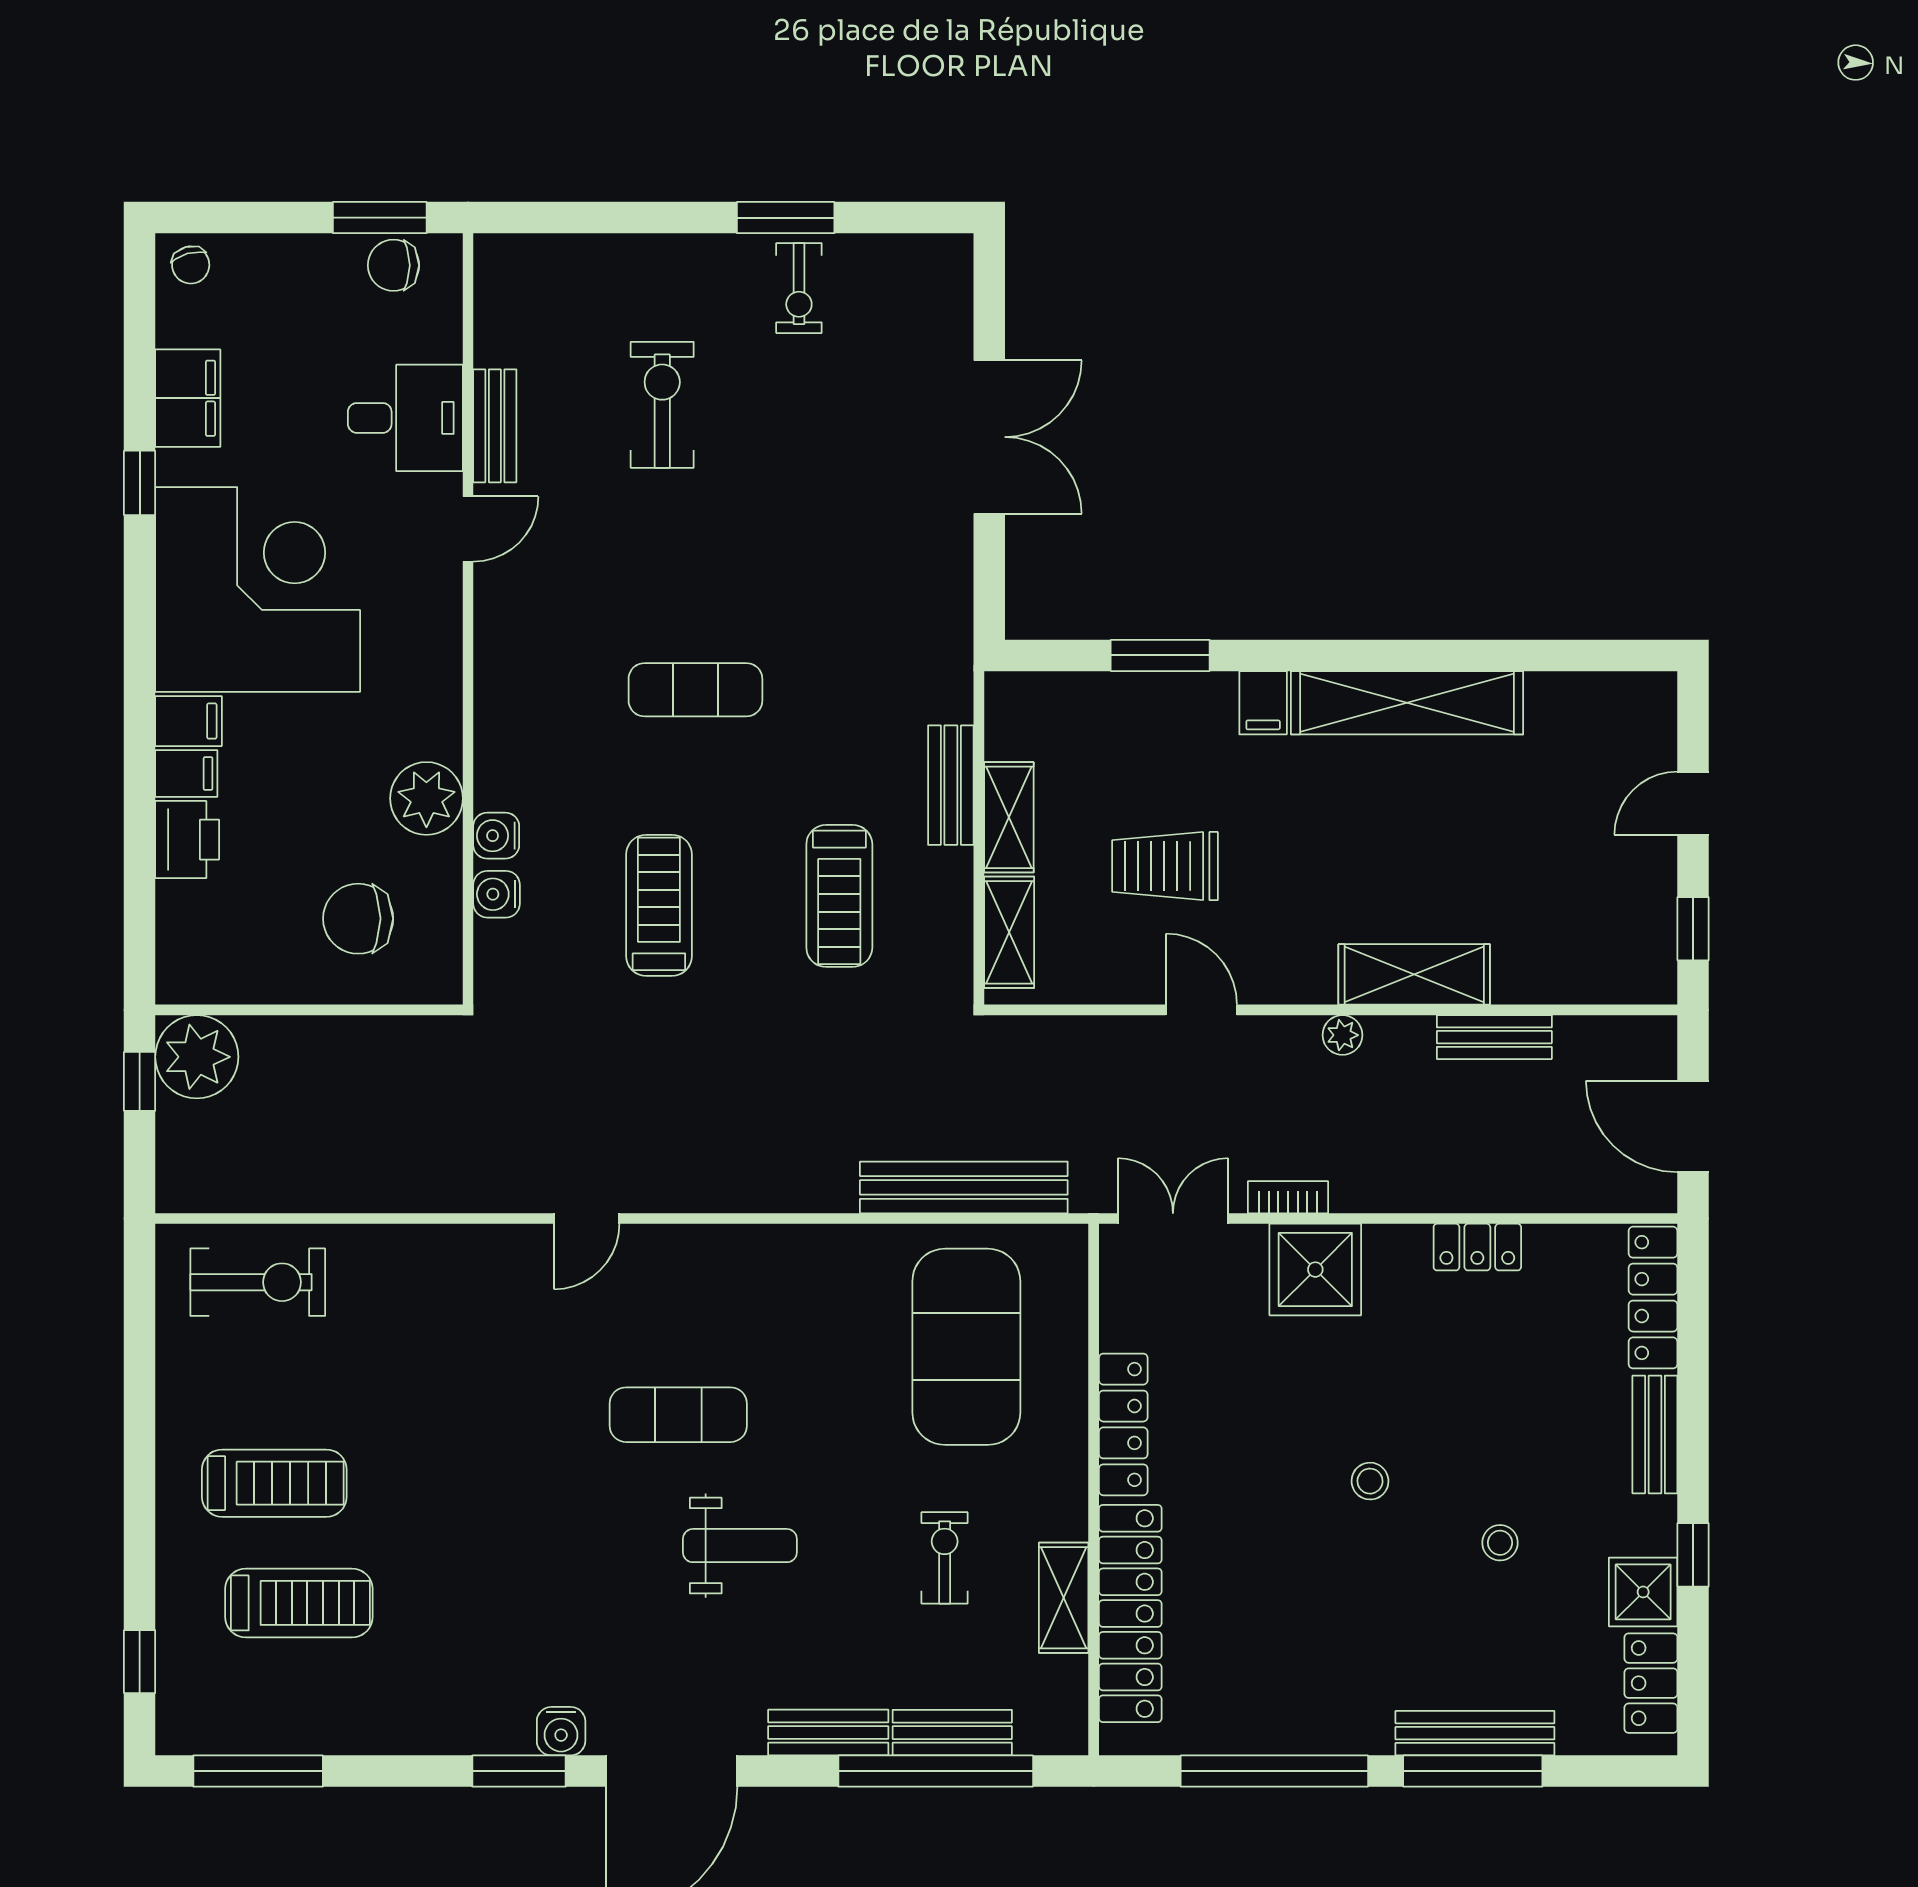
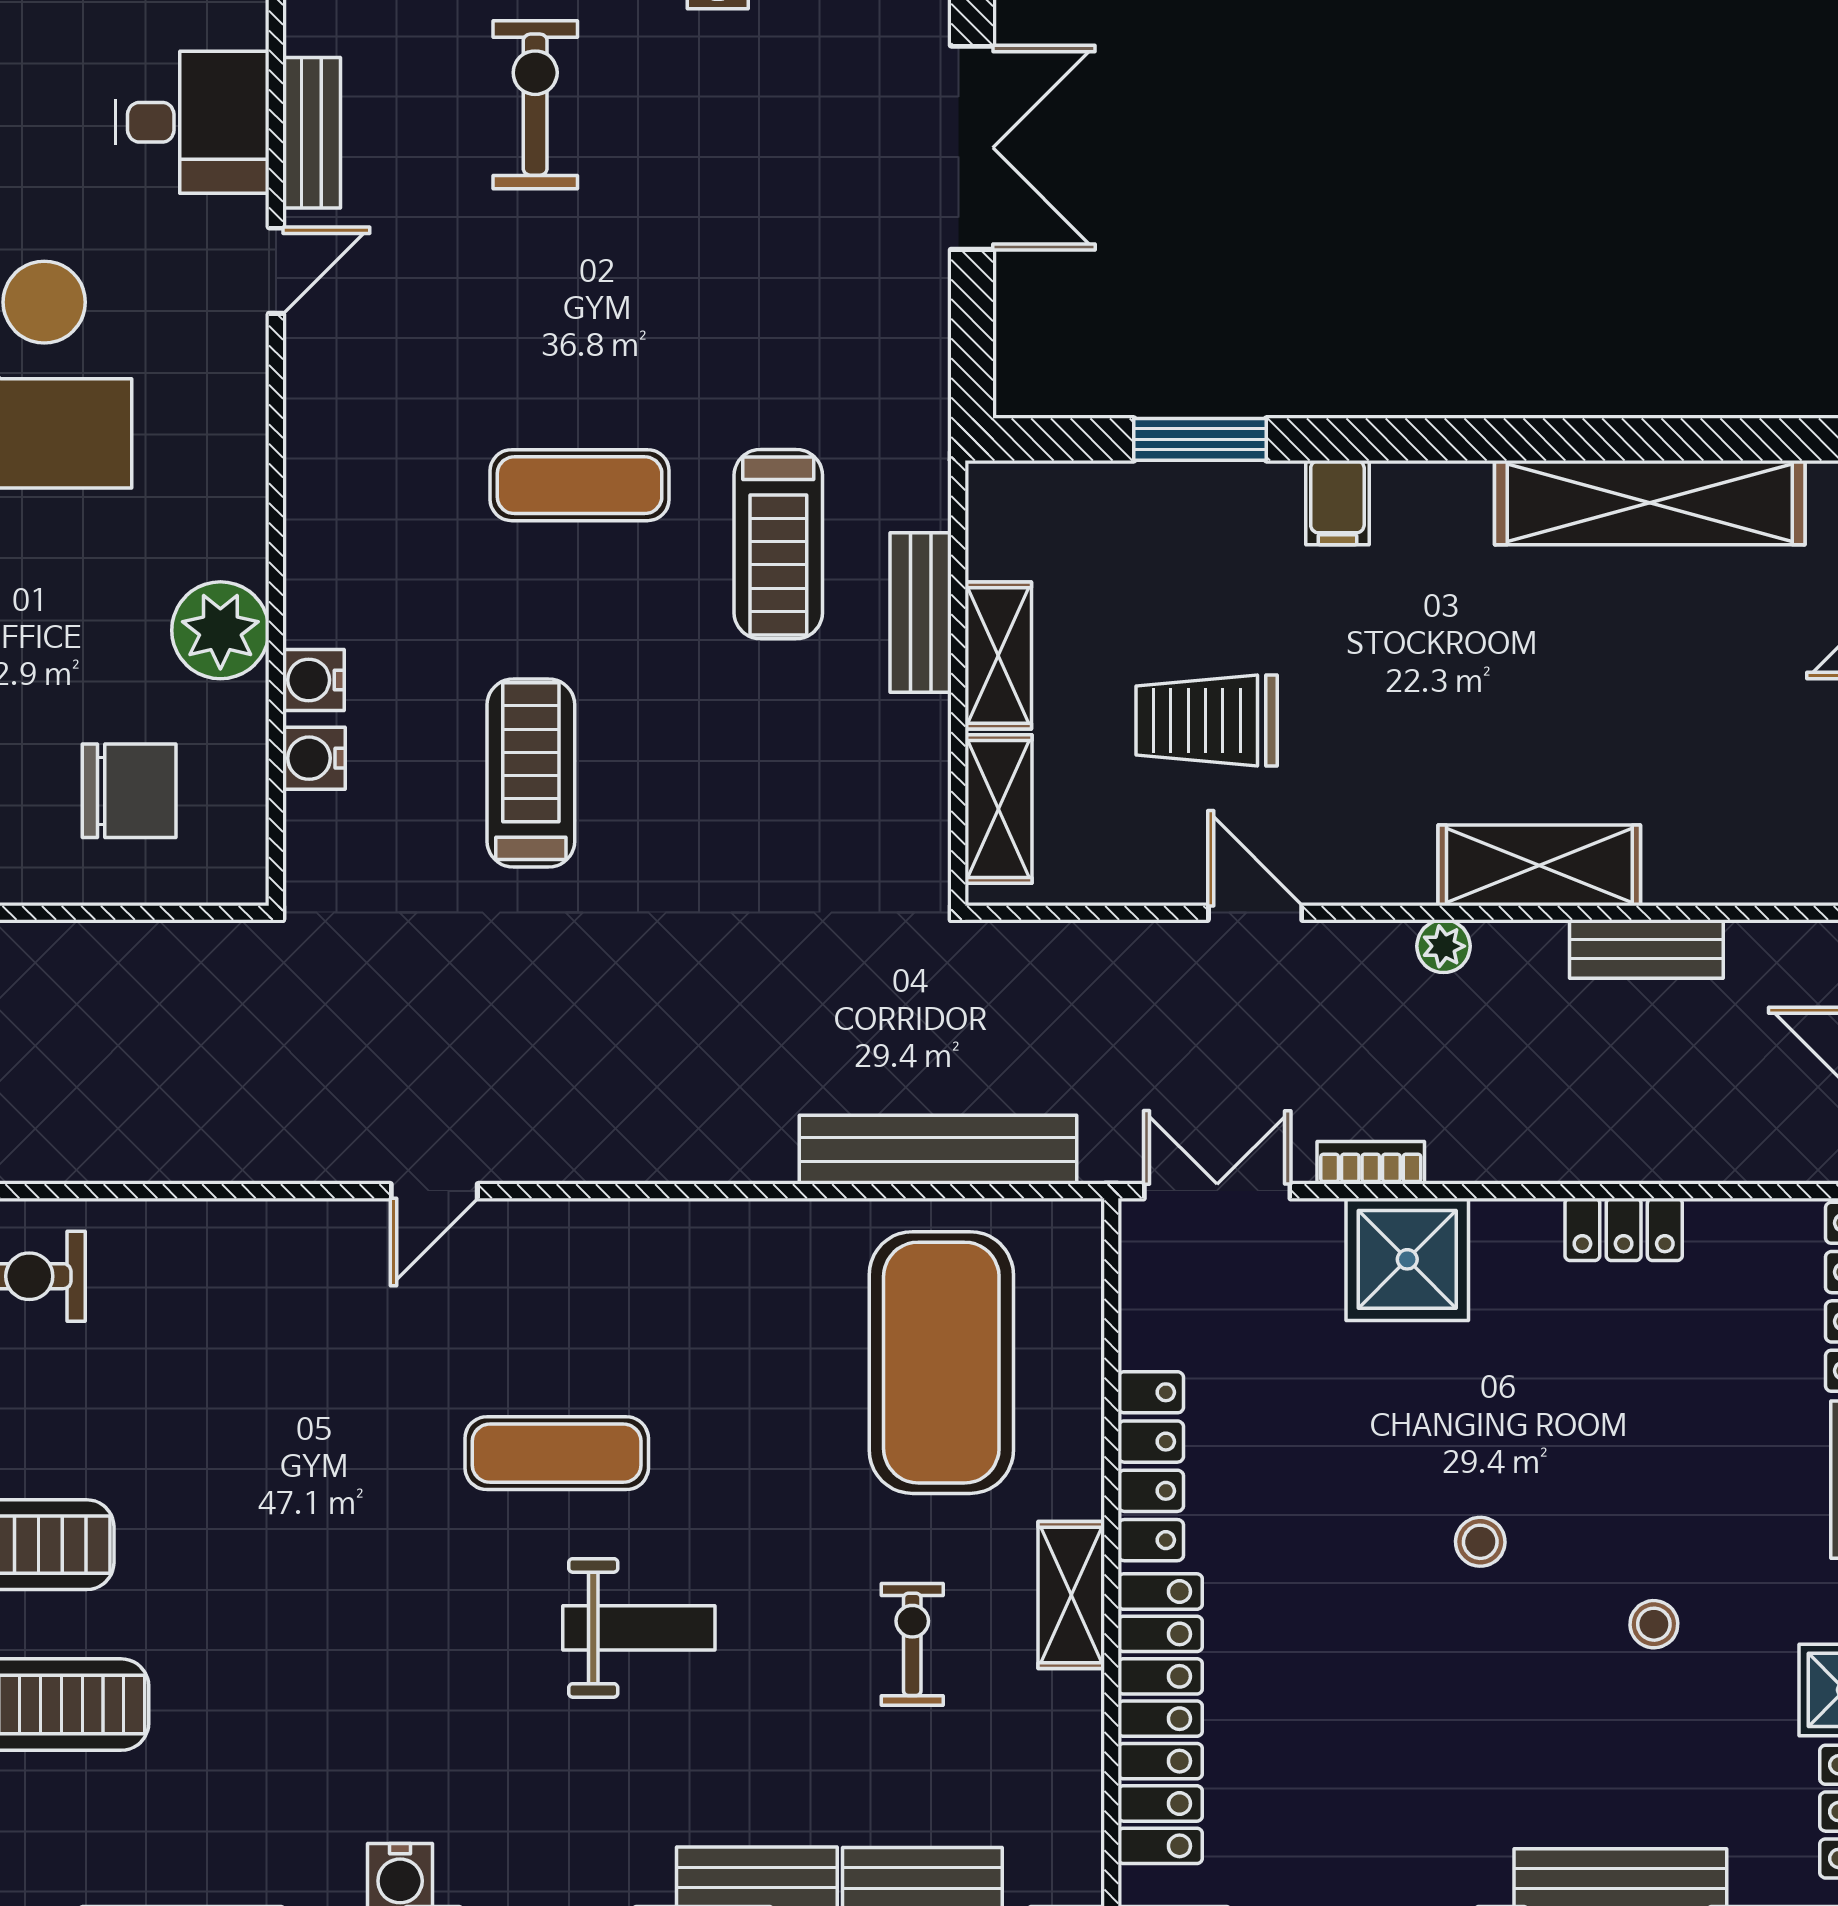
shelving: (1407, 703) -> (1650, 503), moved
treadmill: (839, 896) -> (778, 544), moved
chair: (358, 919) -> (129, 791), turned 180
shelving: (1064, 1598) -> (1071, 1595), moved

